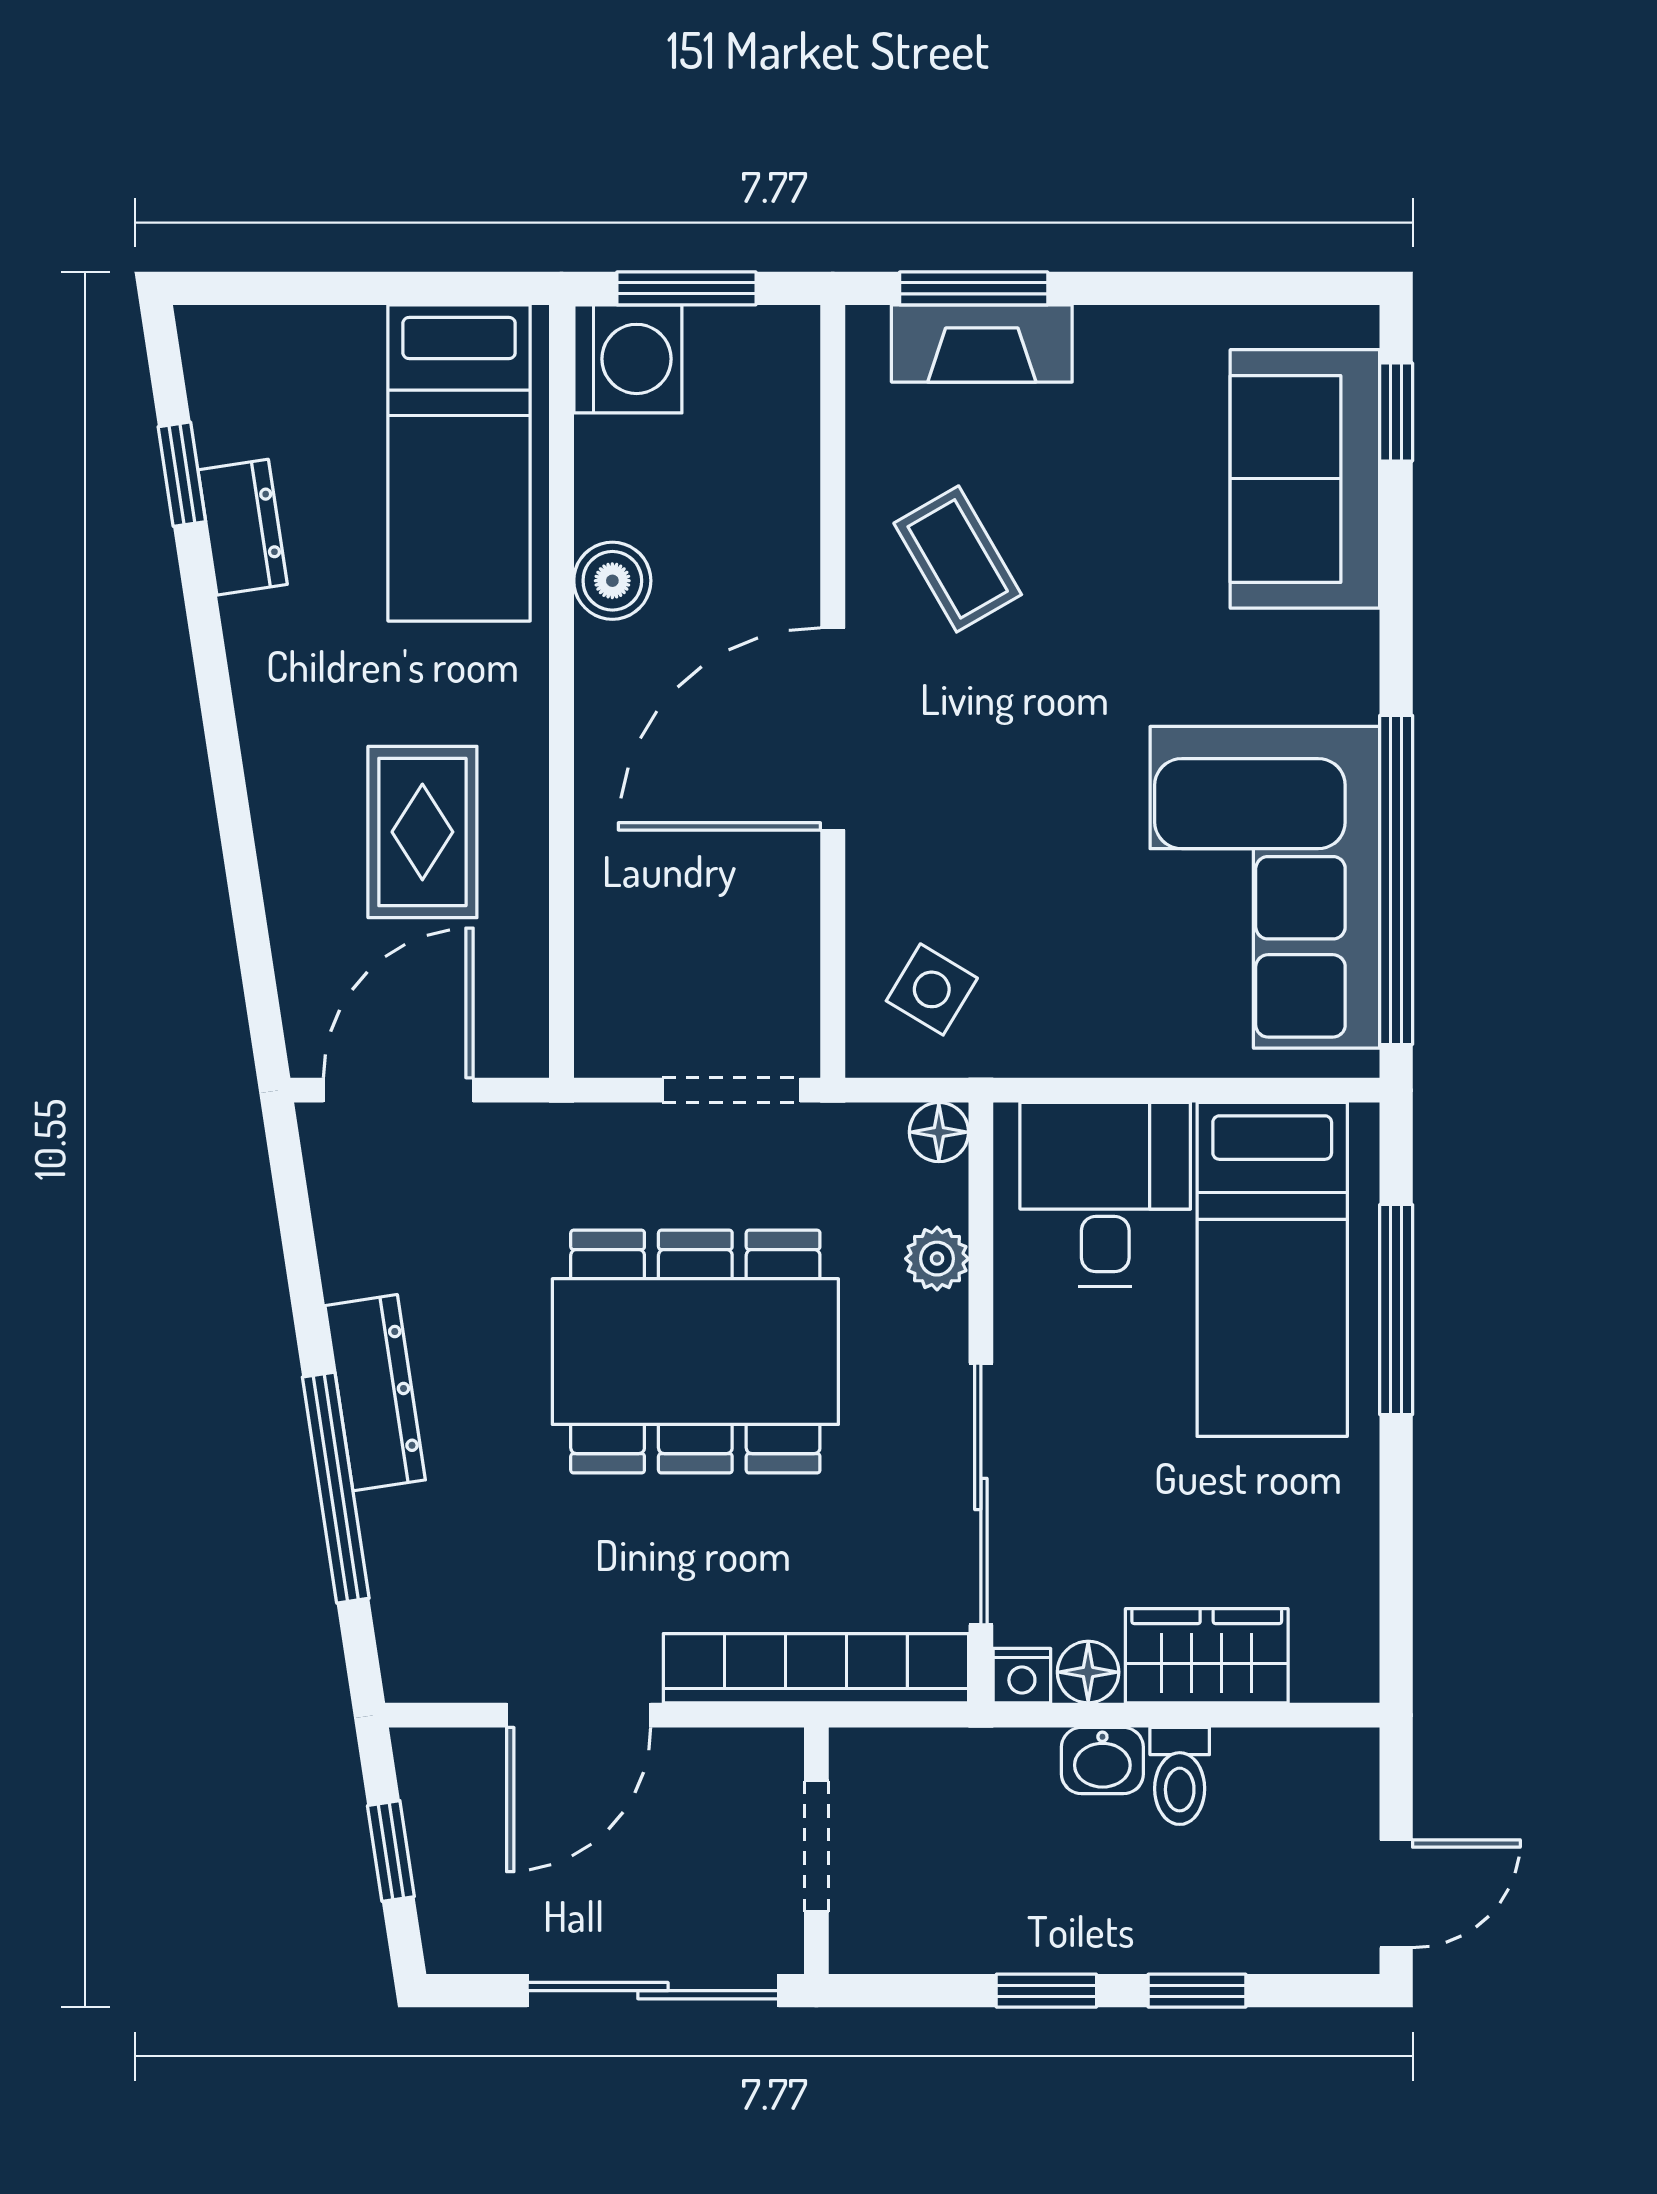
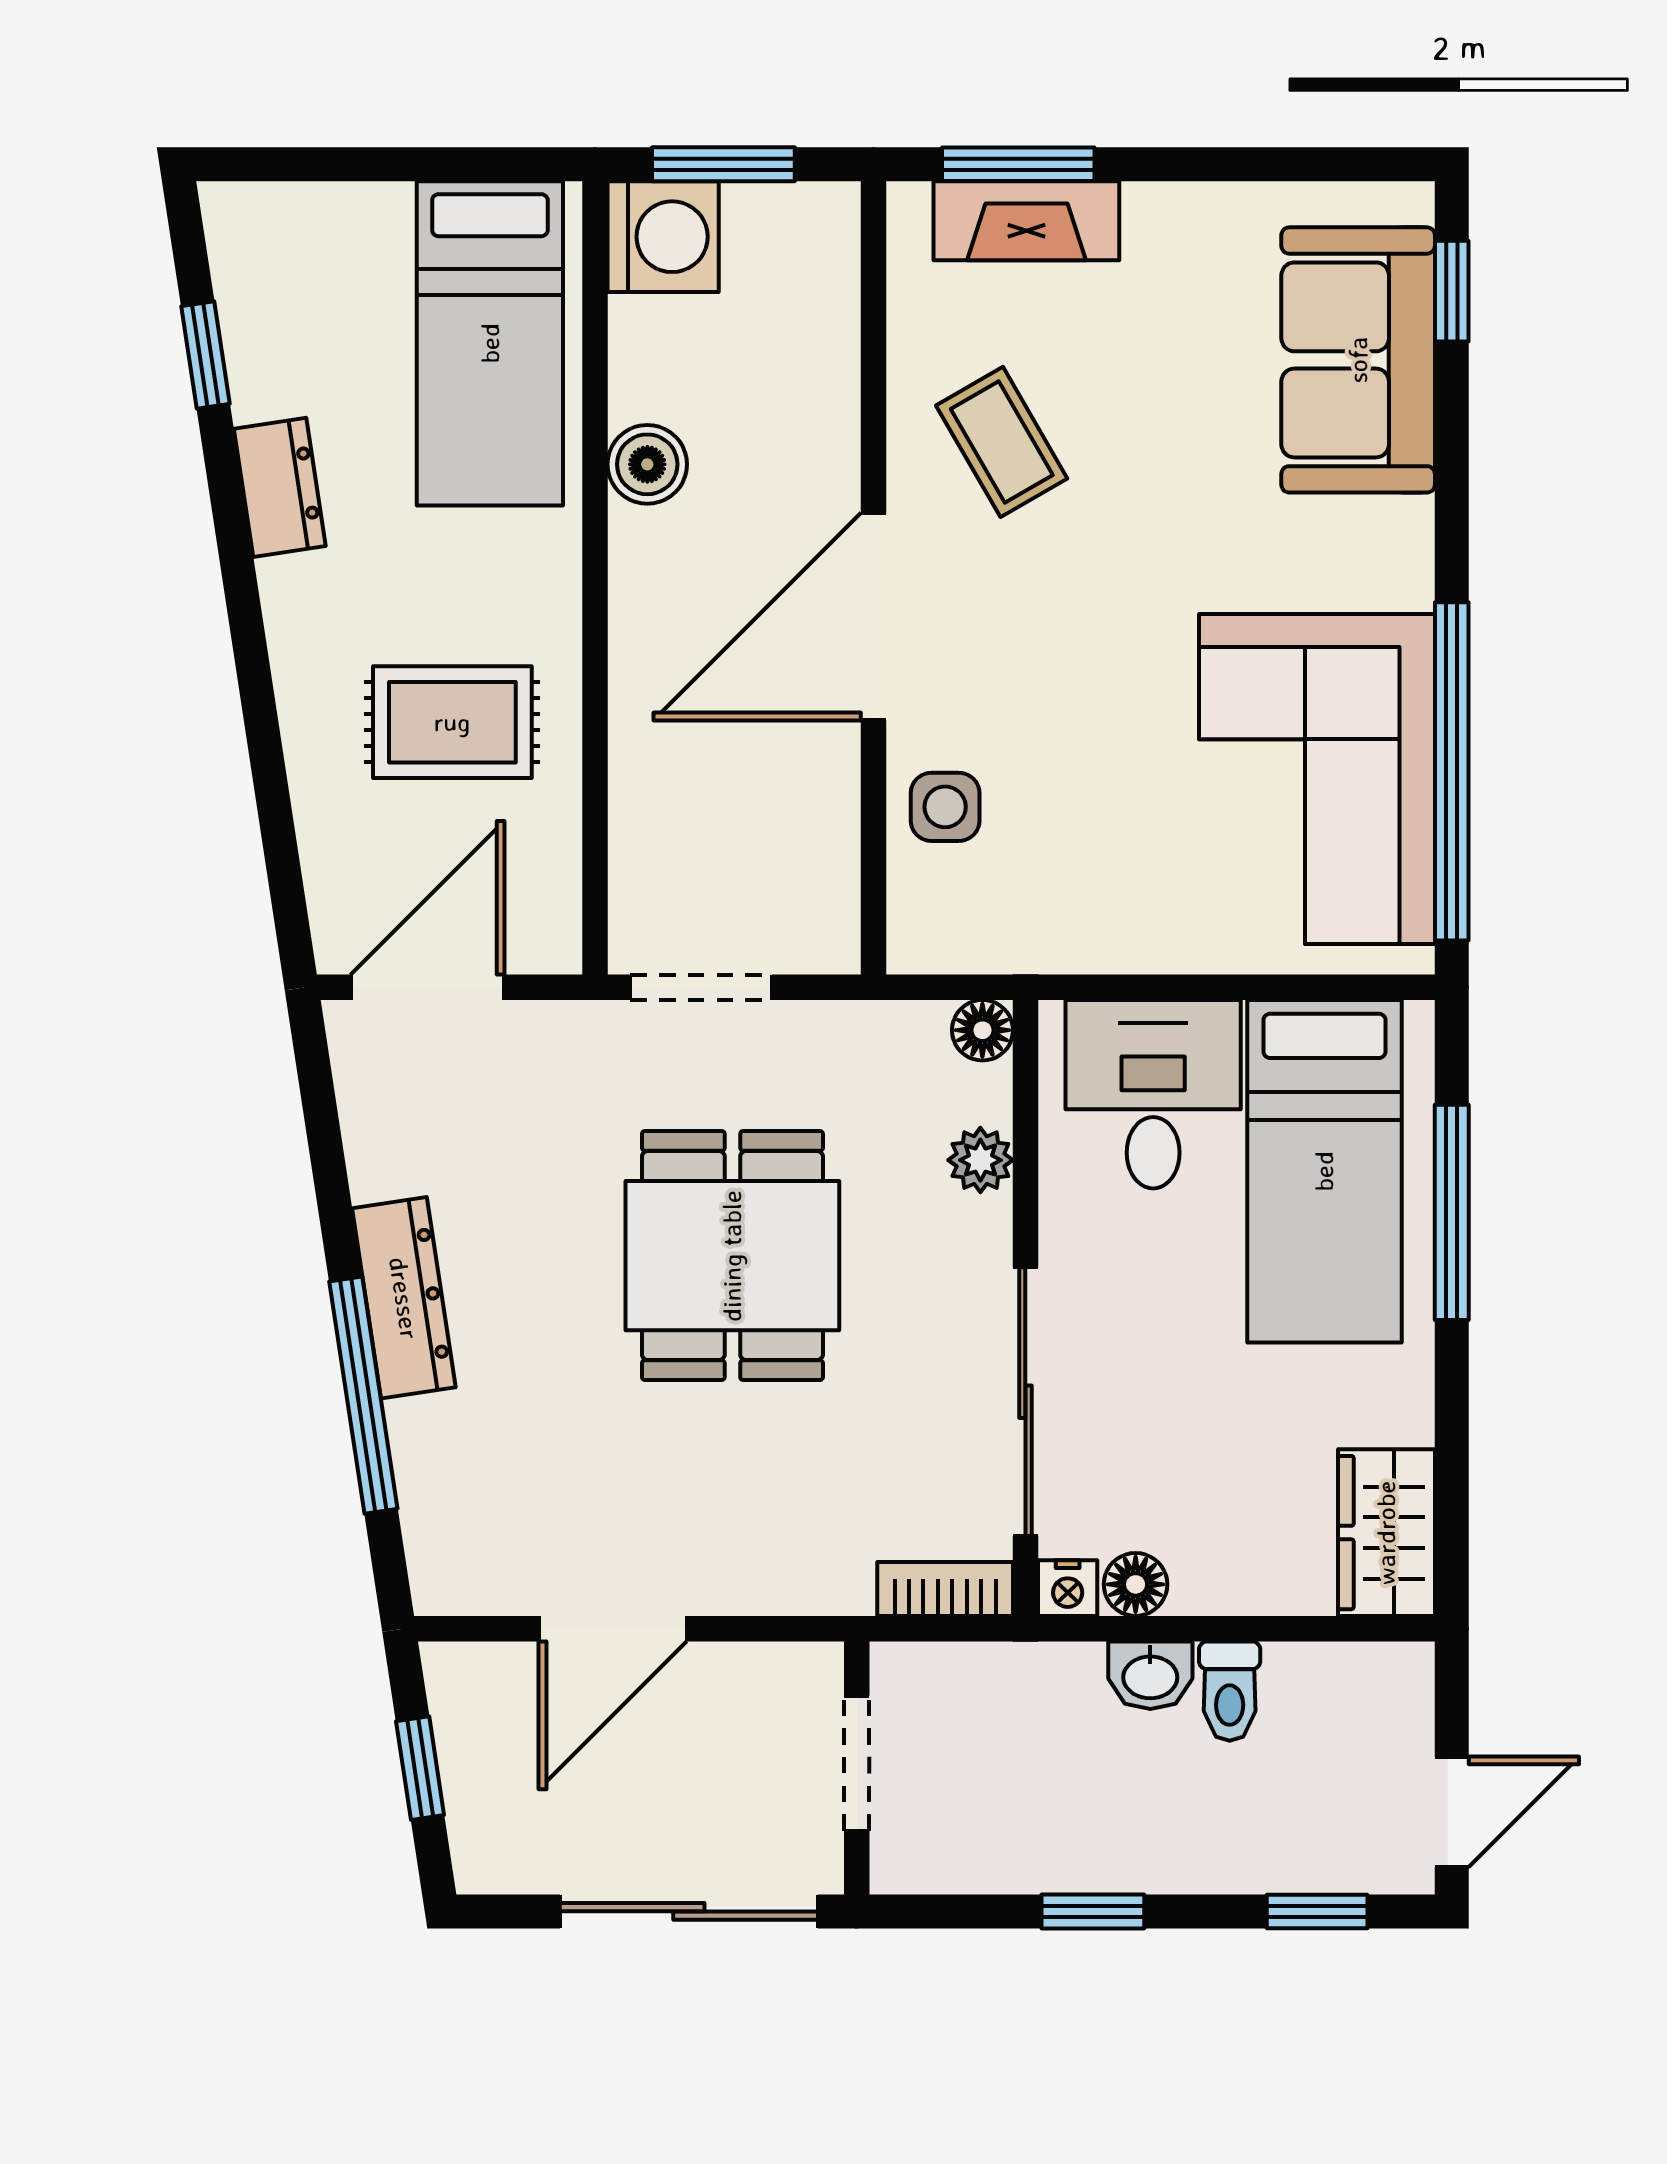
dresser: (243, 527) -> (280, 487), moved
rug: (422, 832) -> (452, 722), turned 90
side table: (932, 989) -> (945, 807), moved, turned -31
doorway: (731, 1090) -> (701, 987), moved
dining table: (695, 1352) -> (732, 1256), width x0.73
wardrobe: (1207, 1656) -> (1386, 1533), moved, turned -90
bookcase: (816, 1668) -> (945, 1589), width x0.43, depth x0.76
window: (1197, 1991) -> (1317, 1911), moved

